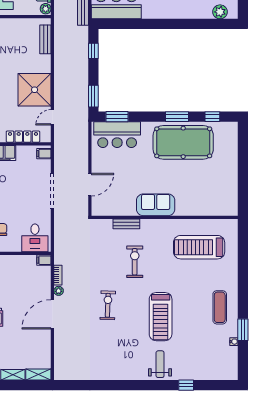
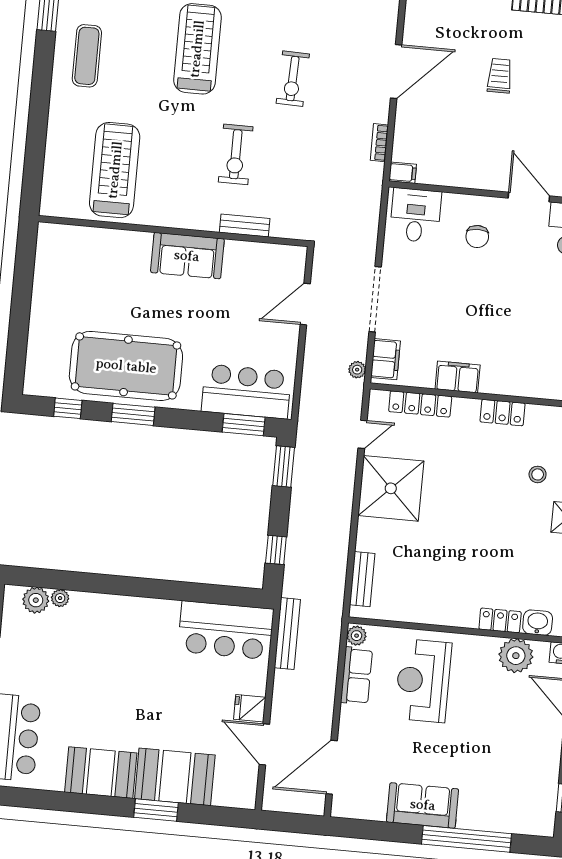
plant: (207, 14) -> (60, 598), added
filing cabinet: (44, 154) -> (385, 359), width x2.00
treadmill: (199, 247) -> (115, 170), turned -90
plant: (59, 291) -> (357, 370), moved

